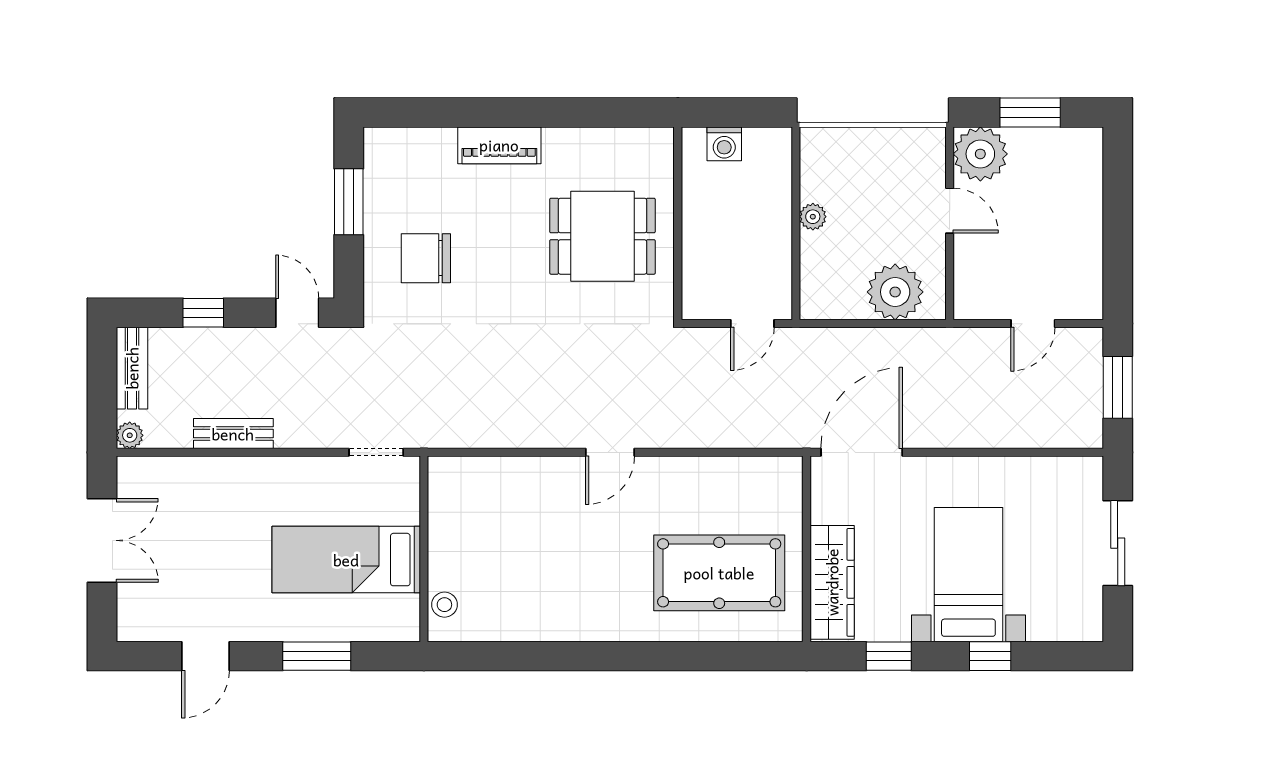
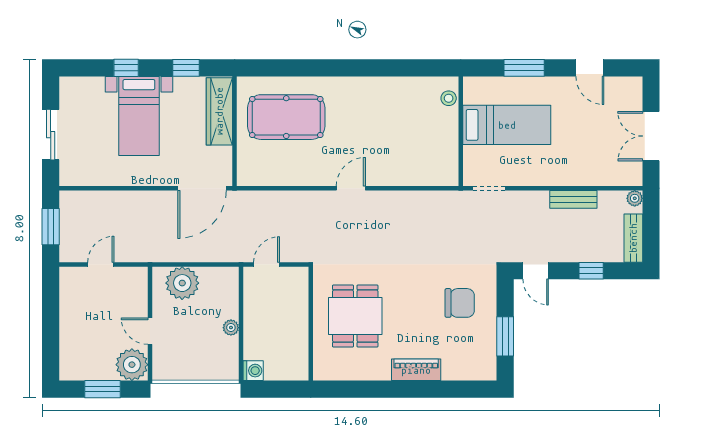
washing machine: (724, 144) -> (253, 371), moved, turned 90
dining table: (602, 236) -> (355, 316), turned 90
door: (205, 656) -> (590, 68), swing flipped

